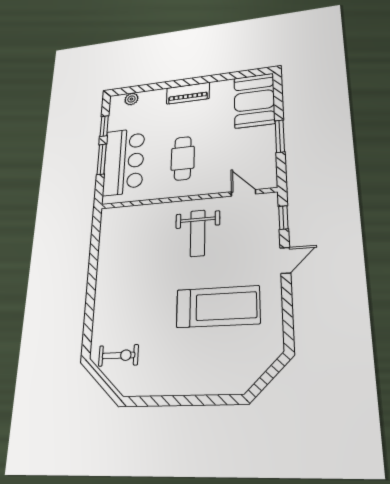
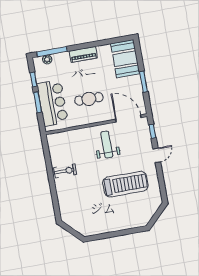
window: (141, 89) -> (52, 52), added
cafe table: (183, 158) -> (89, 99), turned 90
door: (244, 193) -> (128, 118), width x1.87
weight bench: (198, 233) -> (107, 145), turned 180
exercise bike: (118, 355) -> (65, 171), moved

